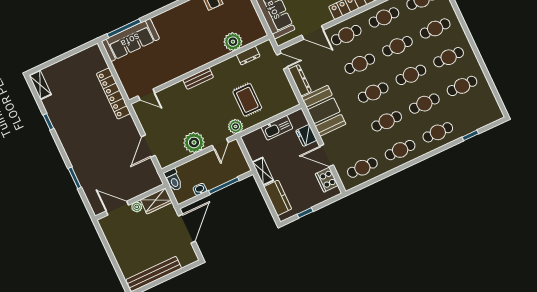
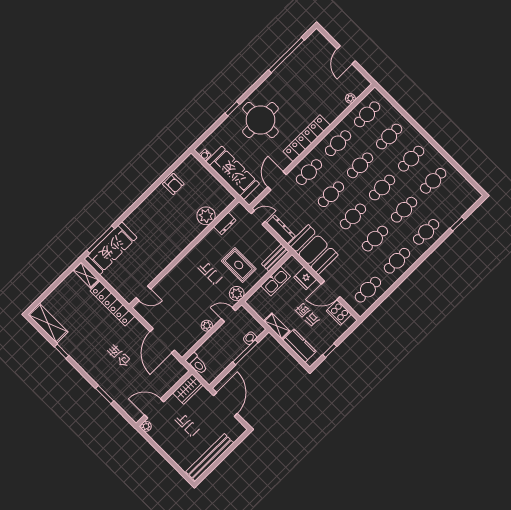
door: (313, 33) -> (277, 181), swing flipped
shelving: (98, 57) -> (86, 275), added
bench: (198, 79) -> (275, 258), moved
shelving: (40, 85) -> (48, 323), width x1.50, depth x1.33
plant: (194, 142) -> (207, 326), width x0.53, depth x0.53
door: (220, 144) -> (228, 315), swing flipped
door: (148, 146) -> (162, 341), width x1.36
washbasin: (200, 189) -> (250, 338), moved
plant: (137, 207) -> (146, 426), moved

